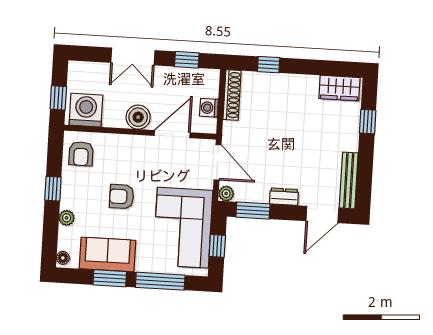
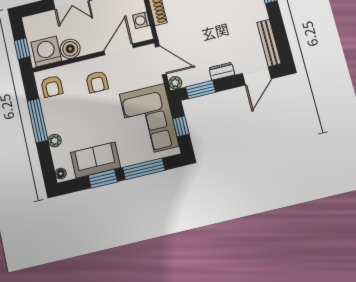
boiler: (138, 117) -> (70, 49), moved
window: (53, 189) -> (37, 121), width x2.17
armchair: (122, 197) -> (97, 82), moved, turned -90

